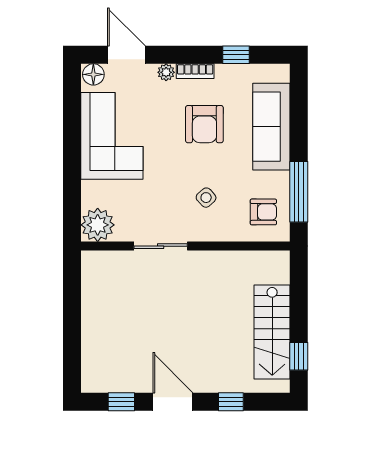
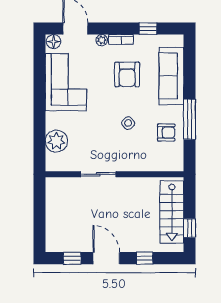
sliding door: (161, 246) -> (98, 174), moved
wall: (185, 246) -> (114, 174), moved

